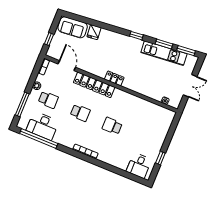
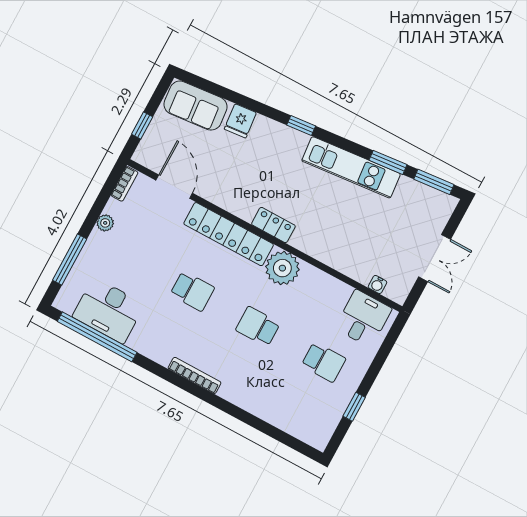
window: (136, 36) -> (301, 126), moved
kitchen unit: (164, 53) -> (351, 167), moved
plant: (121, 98) -> (282, 268), added
school desk: (48, 100) -> (324, 362), moved
desk: (139, 166) -> (363, 318), moved, turned 180

